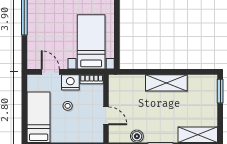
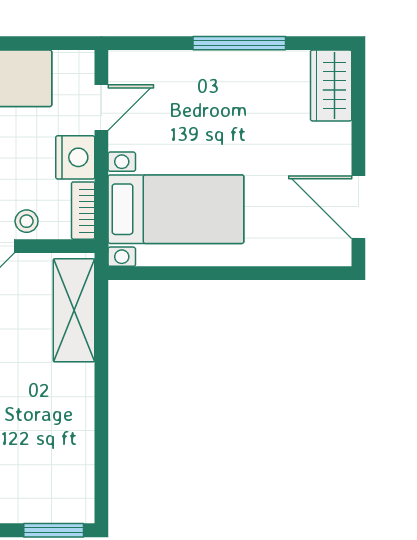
shelving: (166, 83) -> (74, 310), moved
stool: (68, 106) -> (27, 221), moved

